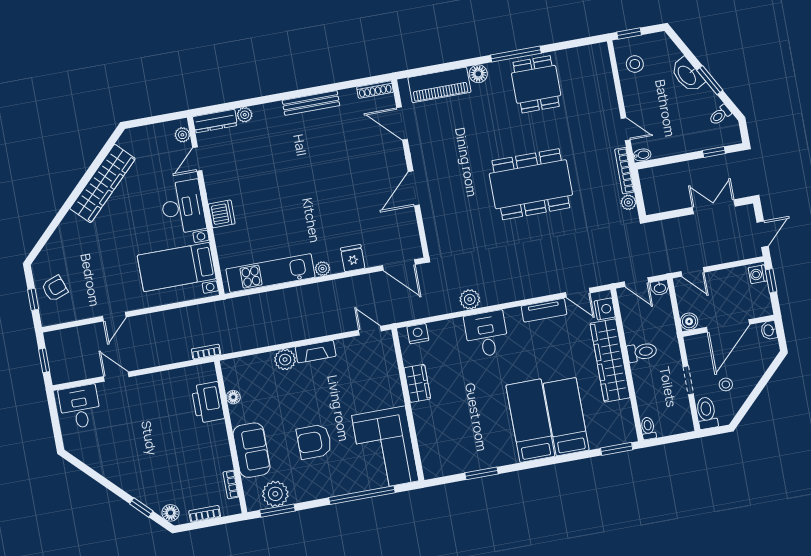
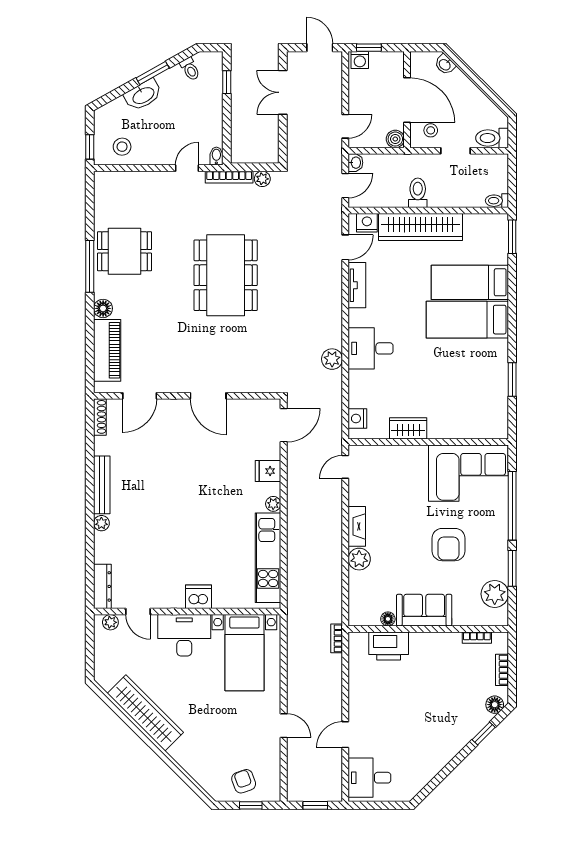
plant: (245, 115) -> (101, 523), moved
washbasin: (769, 330) -> (445, 64), moved, turned 45
stool: (726, 384) -> (431, 130), moved
sofa: (252, 450) -> (424, 610), moved
window: (277, 511) -> (512, 568), moved

